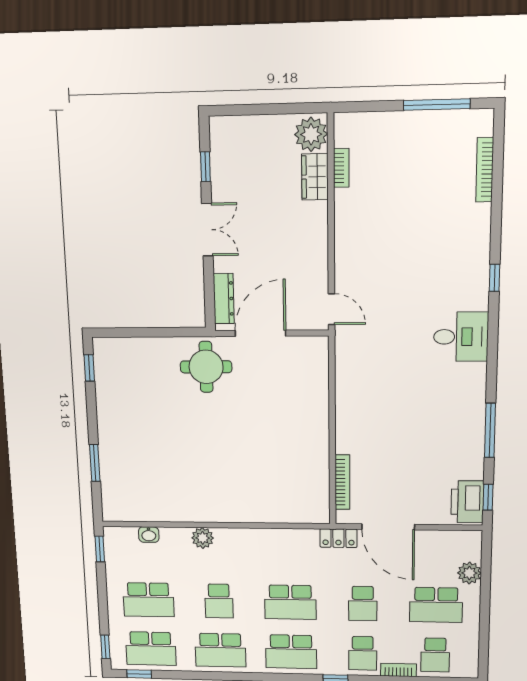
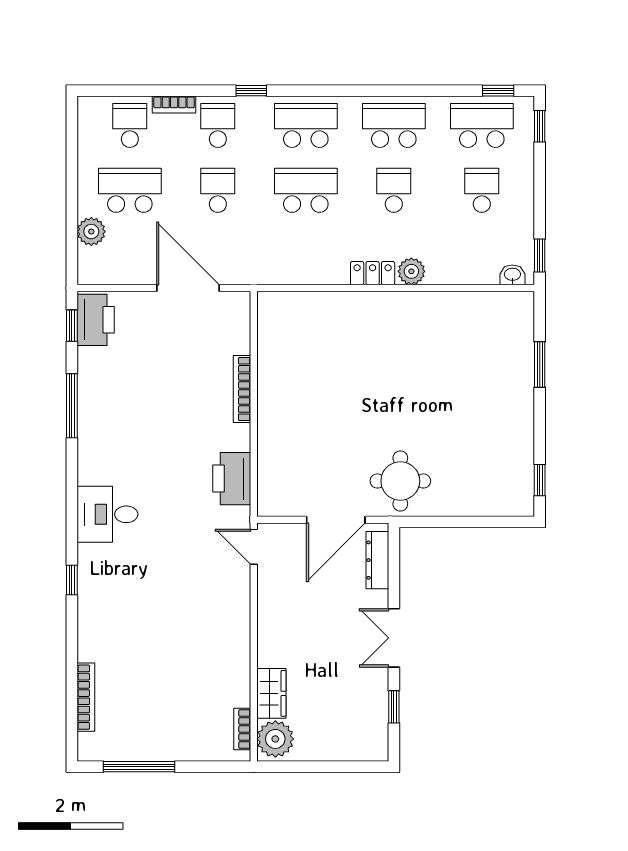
bookcase: (341, 168) -> (242, 729), moved
printer: (351, 368) -> (232, 479), added
bookcase: (342, 482) -> (242, 389), moved
washbasin: (149, 535) -> (512, 275), moved
locker: (338, 538) -> (373, 273), moved
school desk: (148, 600) -> (482, 190), width x0.54

